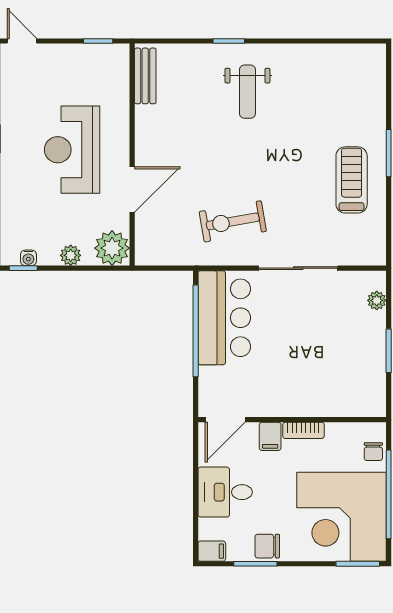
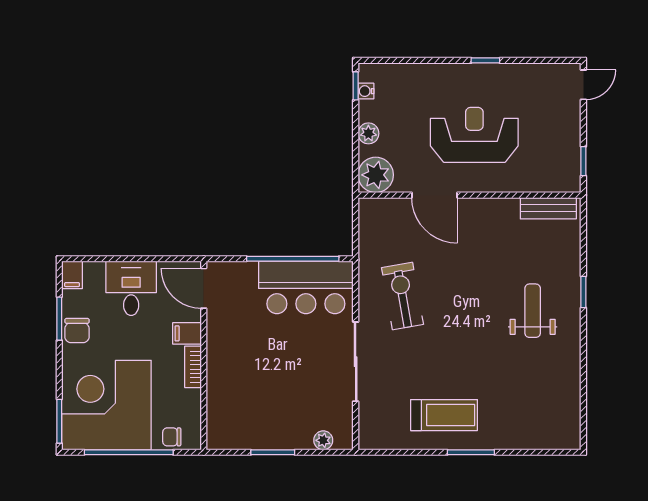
weight bench: (247, 92) -> (533, 311), turned 90
chair: (267, 546) -> (77, 331), turned 180

